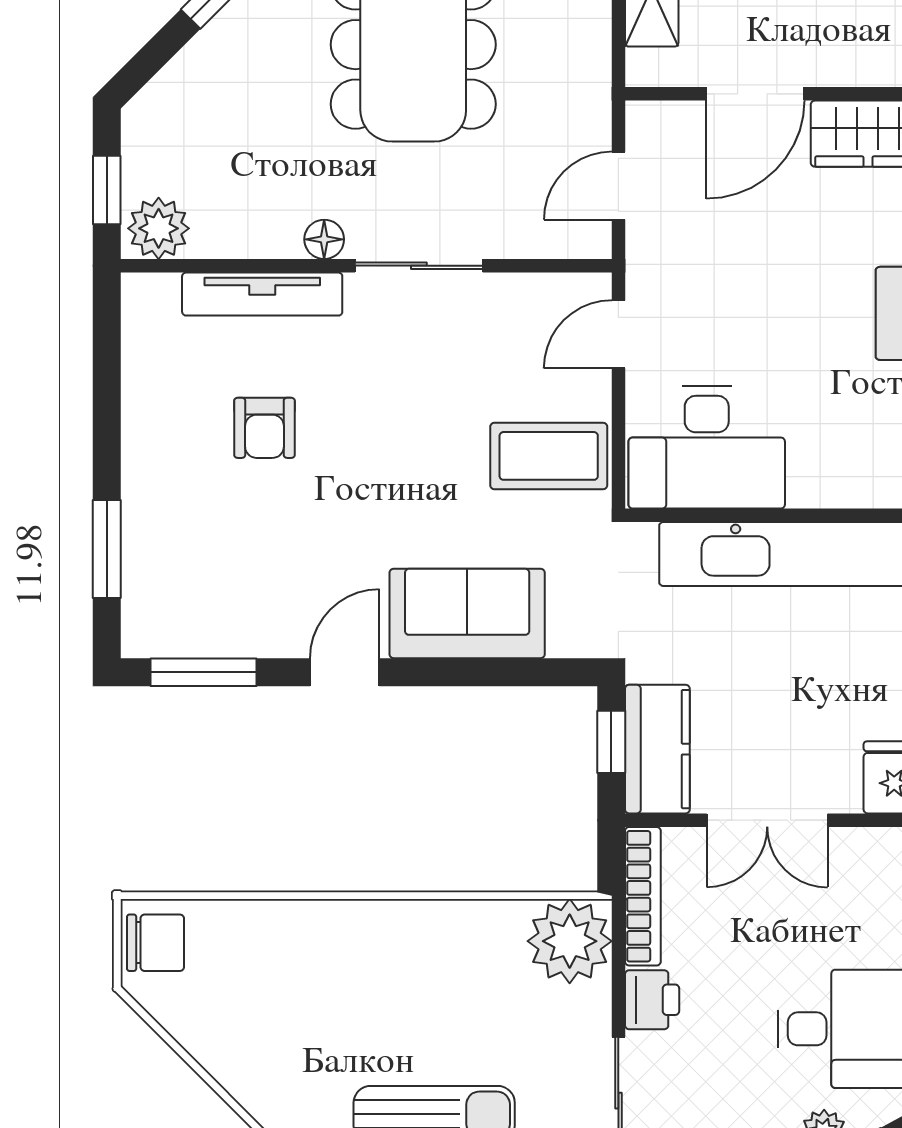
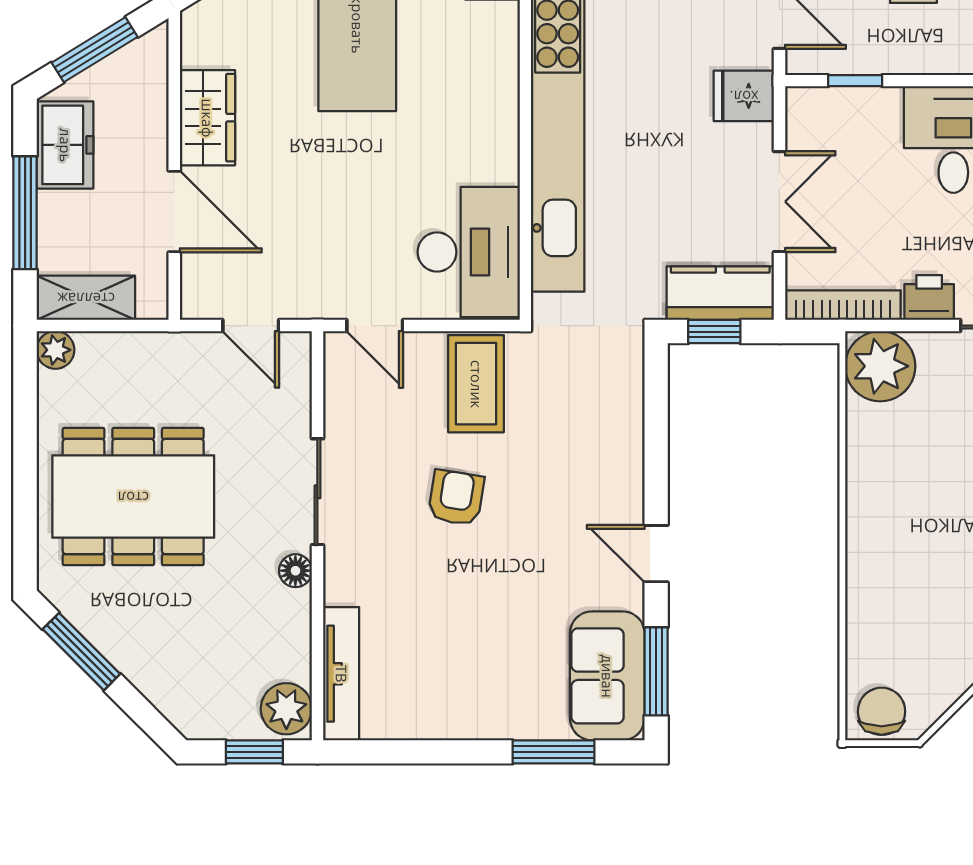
tv unit: (262, 294) -> (341, 674), moved
armchair: (264, 428) -> (456, 498), moved, turned -81
sofa: (467, 613) -> (607, 676), moved

